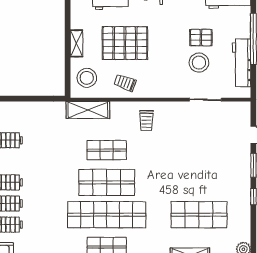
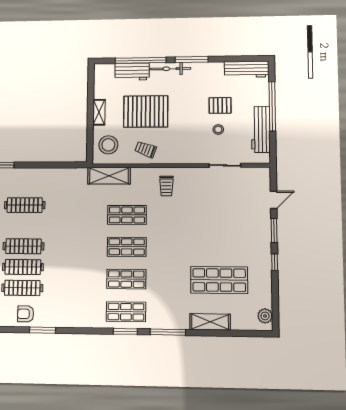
stool: (199, 63) -> (218, 129), width x0.53, depth x0.53
shop shelf: (107, 182) -> (127, 247), width x0.70, depth x0.74
shop shelf: (107, 215) -> (126, 279), width x0.50, depth x0.74

